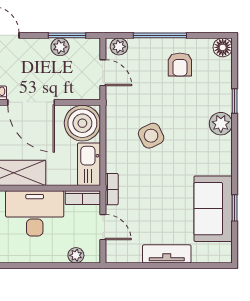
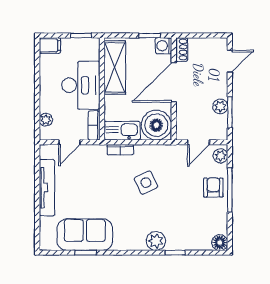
armchair: (180, 65) -> (213, 187), moved, turned 90
bookcase: (112, 189) -> (120, 150), moved
tv unit: (167, 254) -> (47, 188), width x1.41

